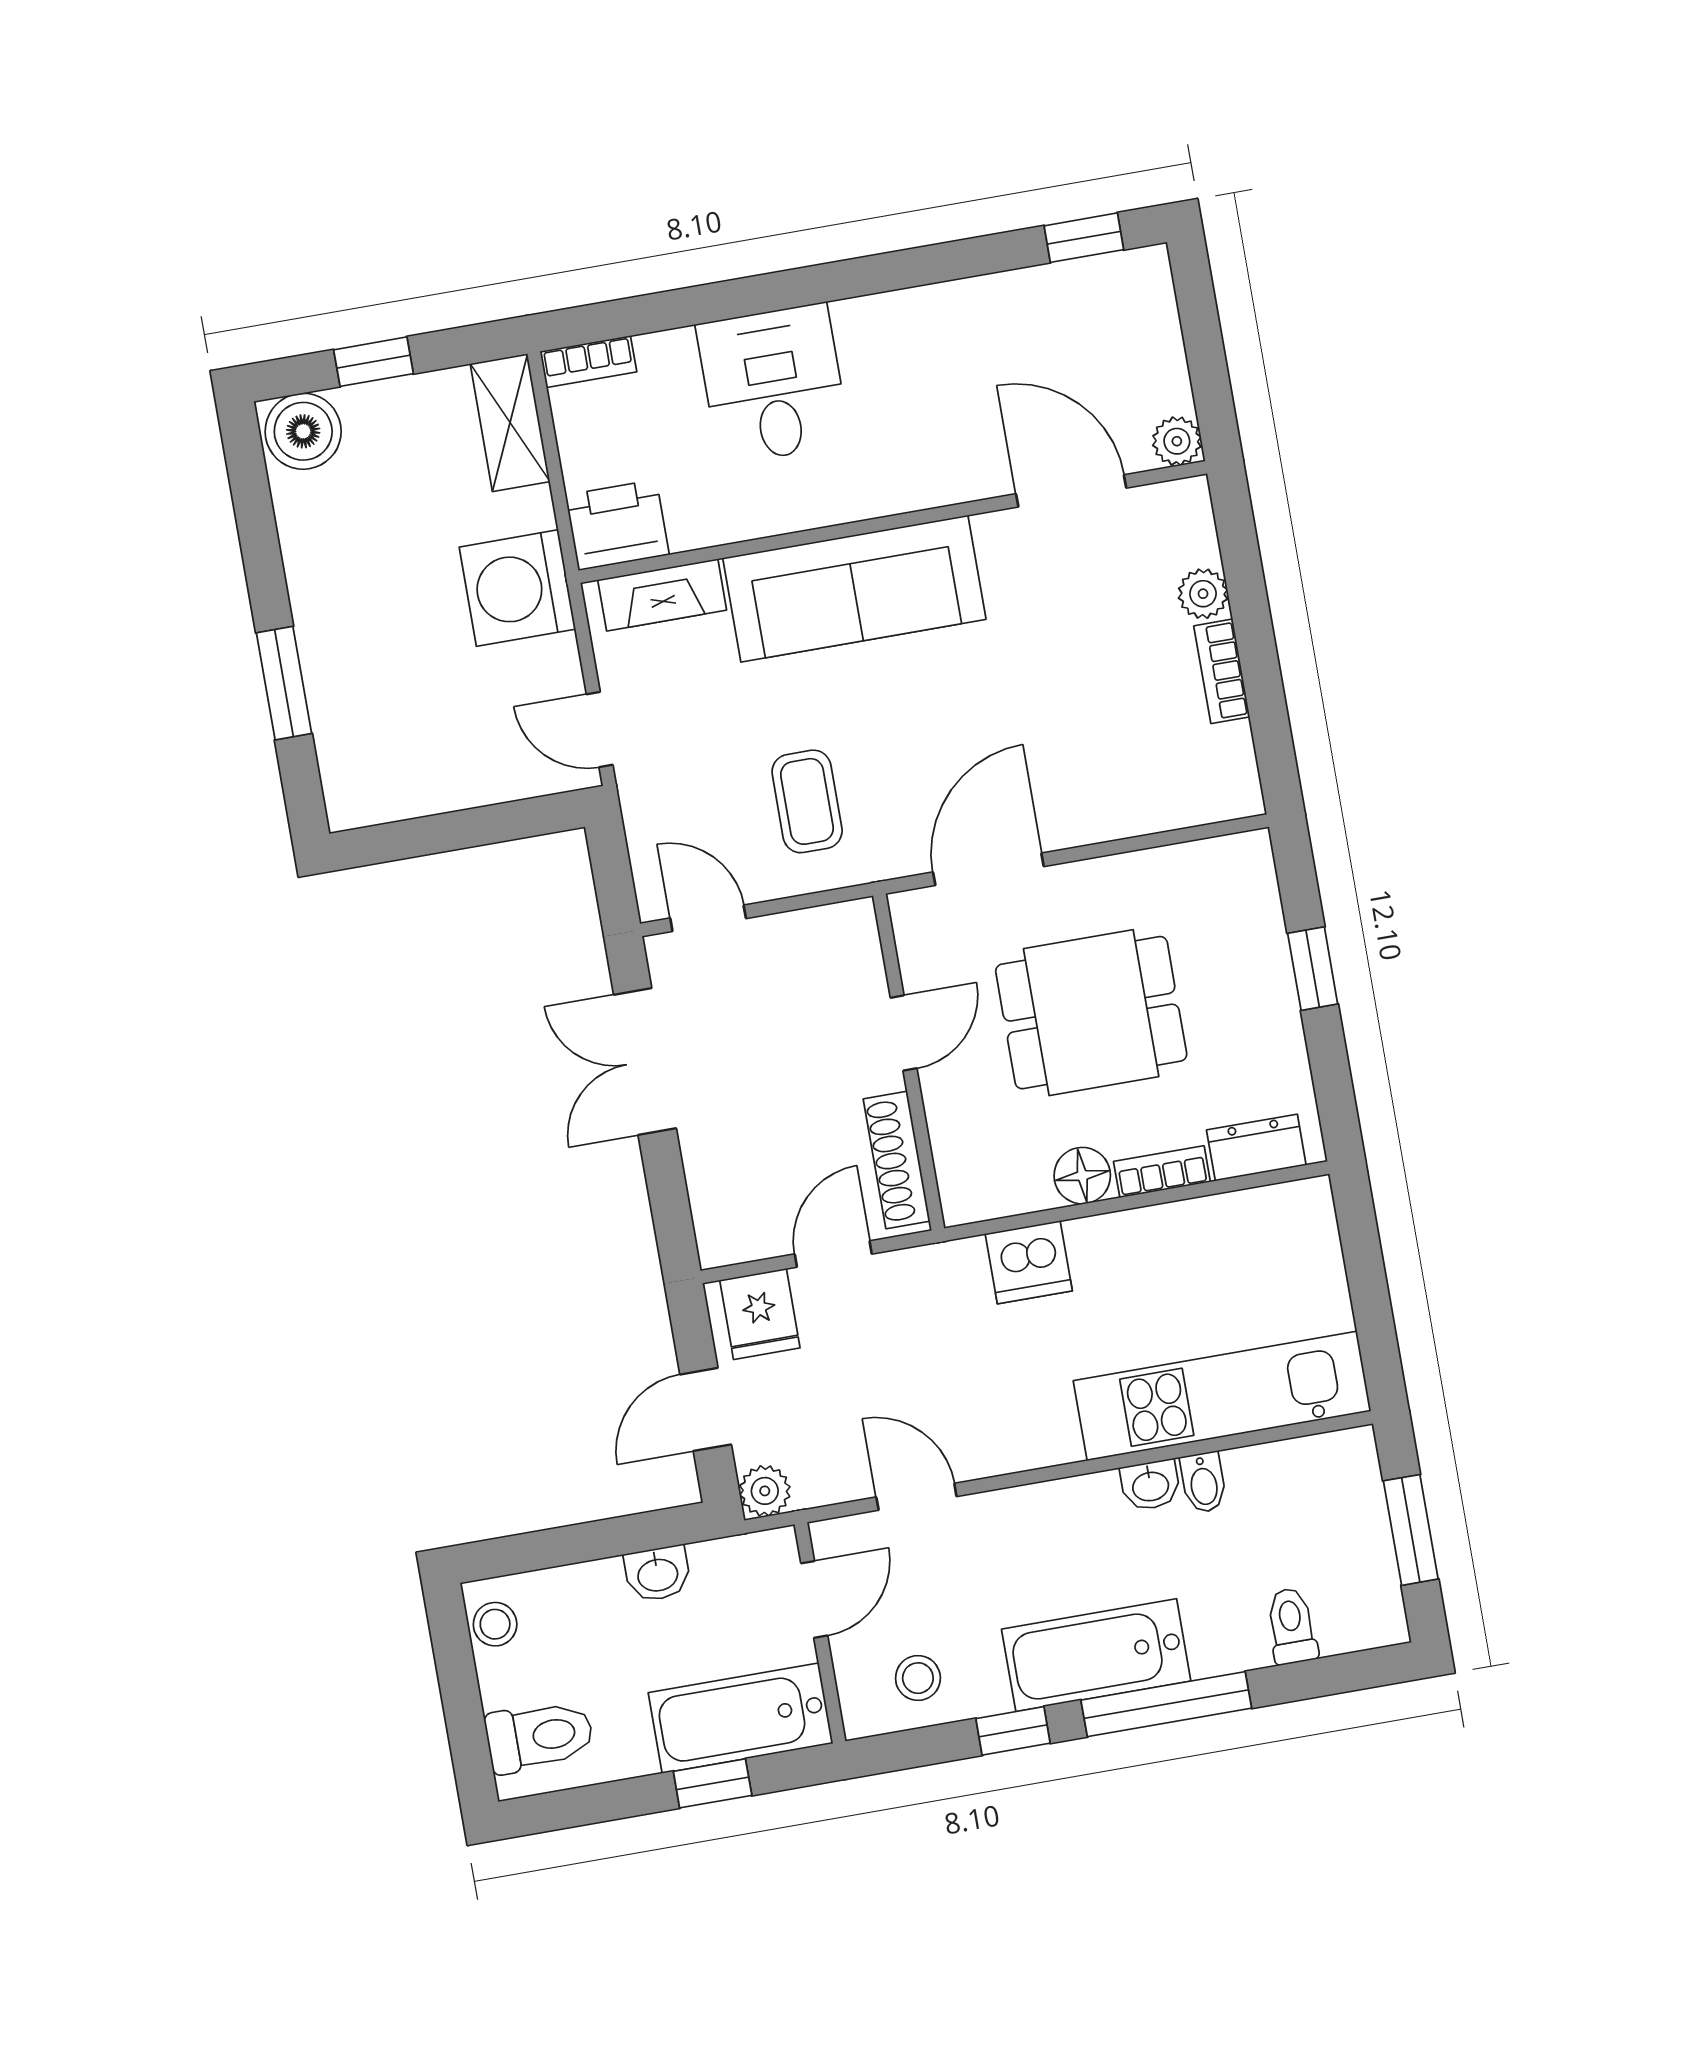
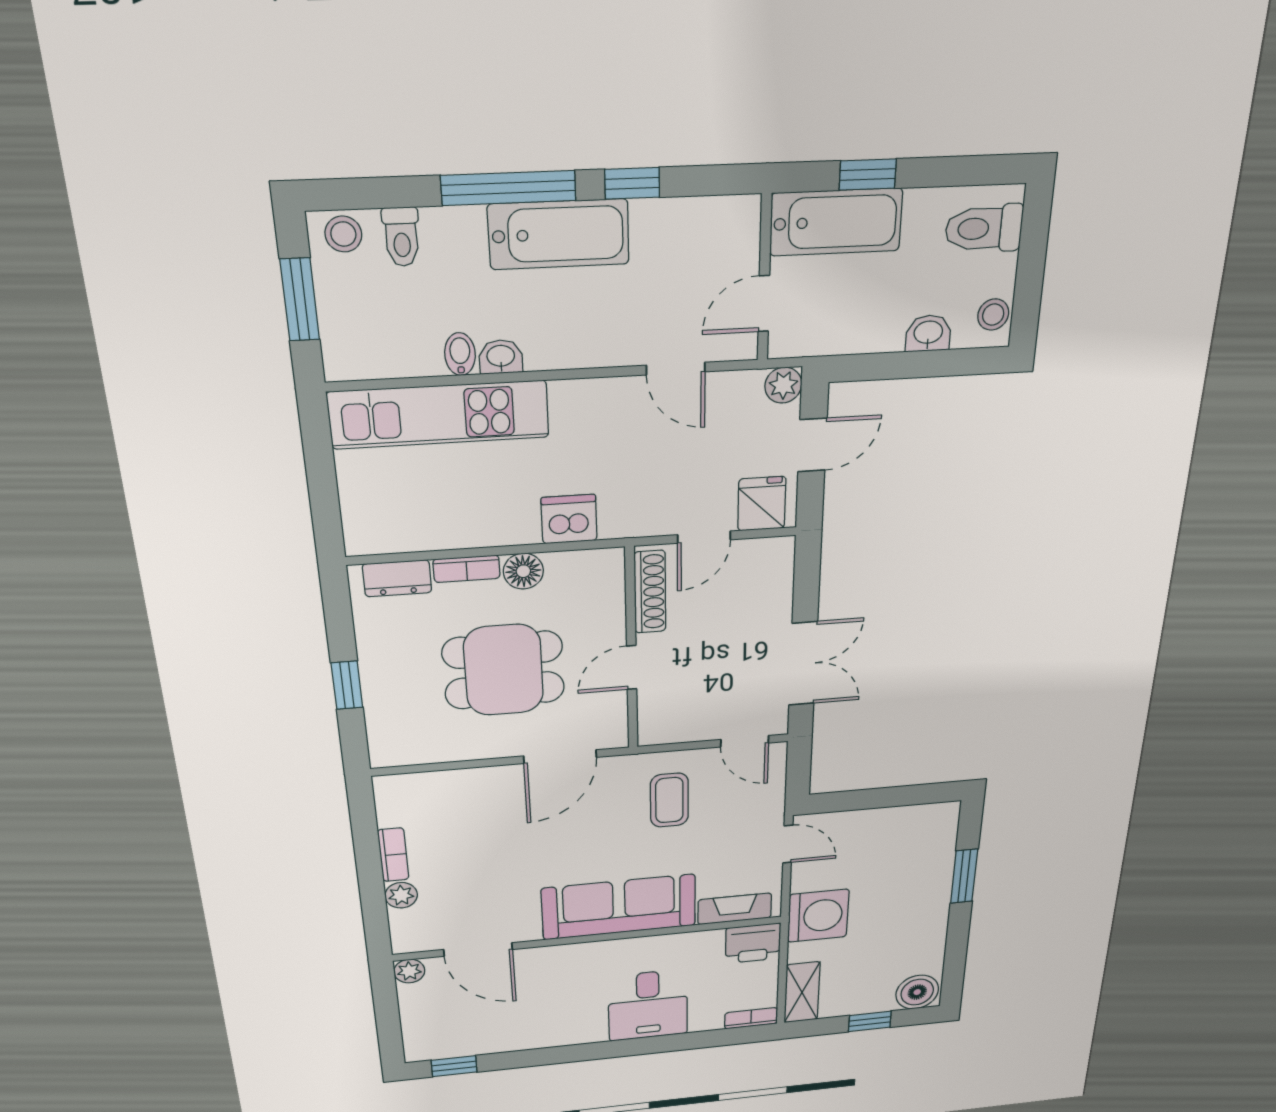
washbasin: (658, 1574) -> (928, 333), moved
stool: (918, 1678) -> (343, 234), moved

